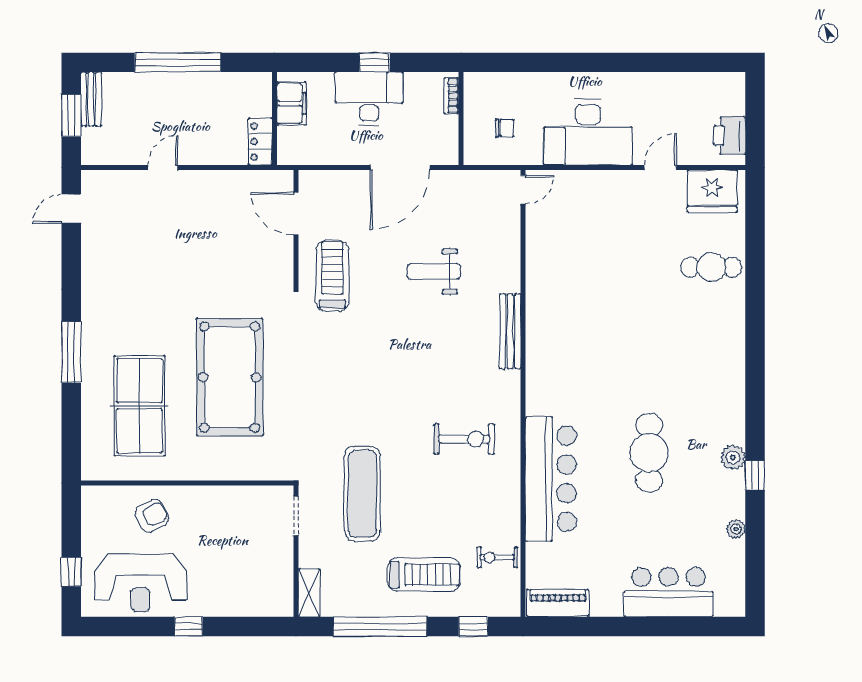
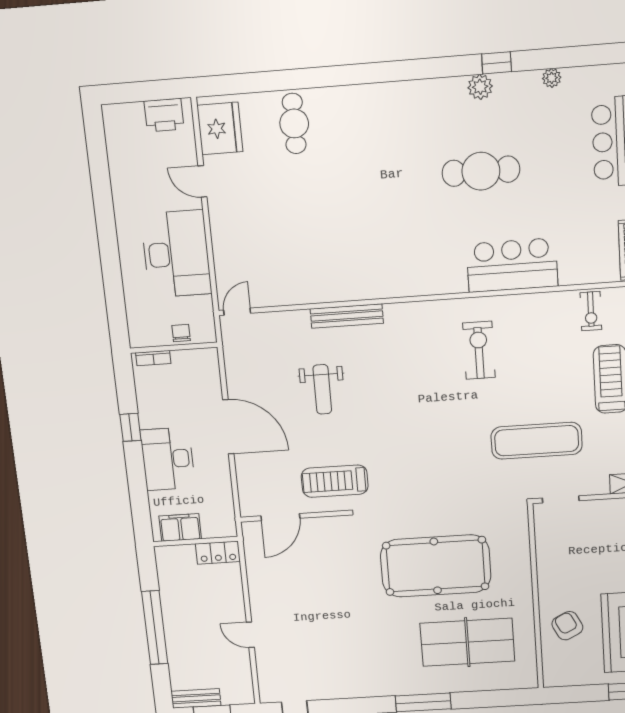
window: (375, 62) -> (130, 427), moved
bookcase: (451, 96) -> (153, 358), moved
wall: (461, 119) -> (174, 348), moved
door: (523, 190) -> (237, 312), hinge flipped
bench: (510, 331) -> (347, 316), moved
bar counter: (551, 479) -> (512, 265), width x0.73

